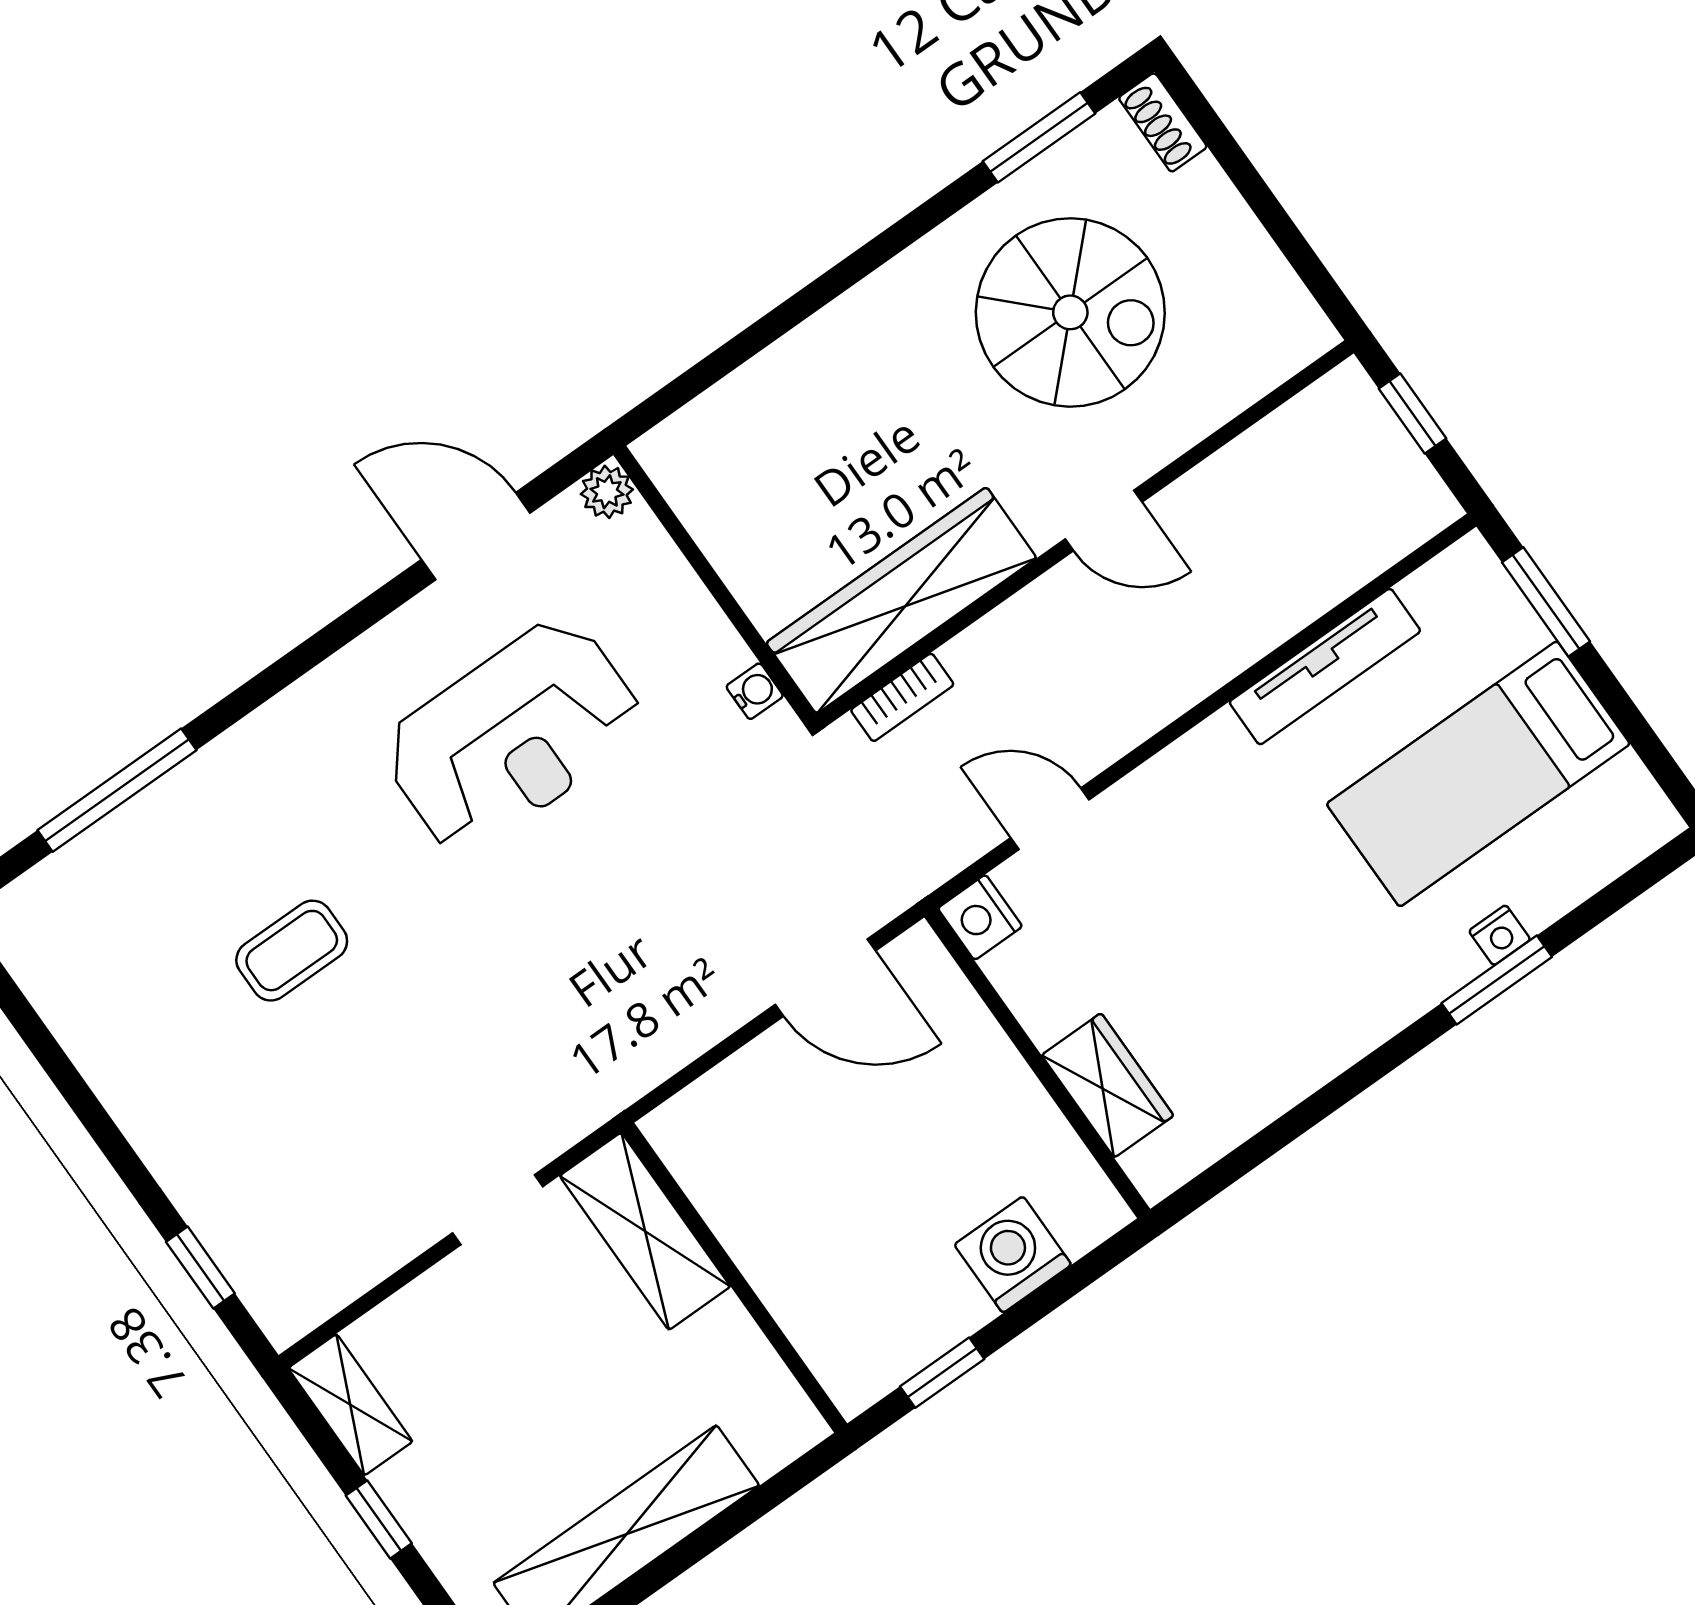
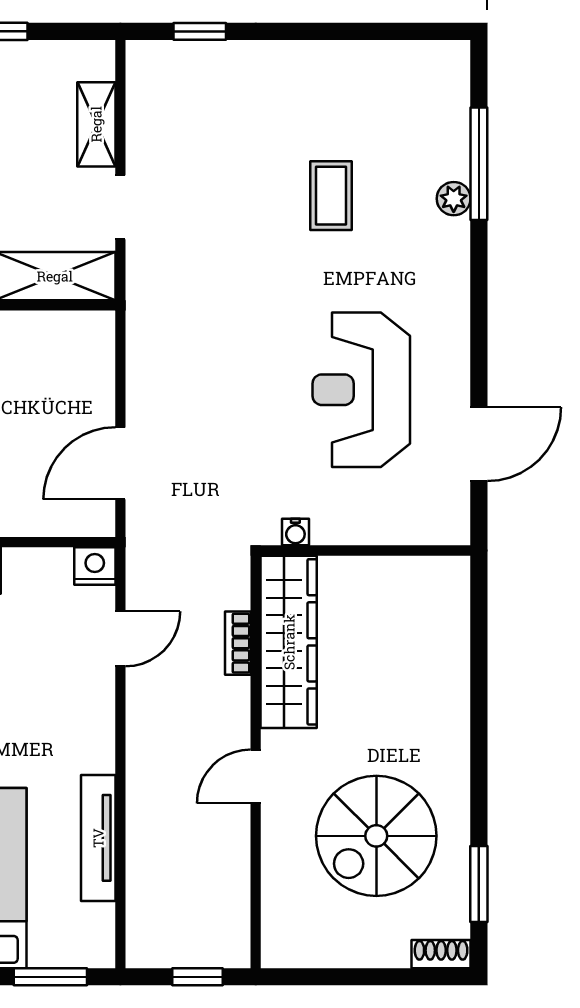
plant: (607, 492) -> (454, 199), moved
bookcase: (902, 697) -> (238, 643), moved
shelving: (350, 1405) -> (96, 124), moved, turned 90

